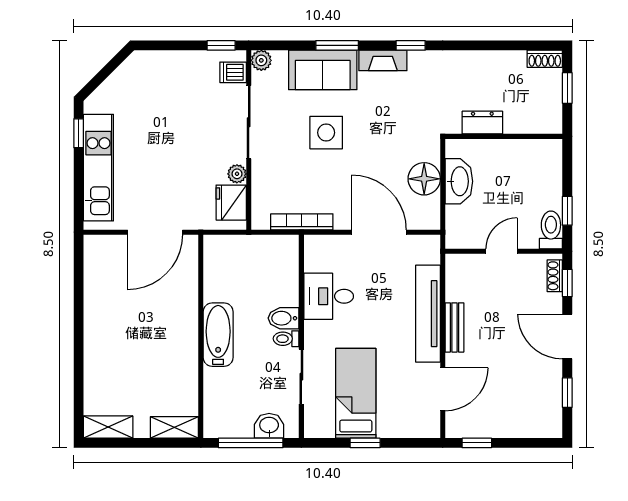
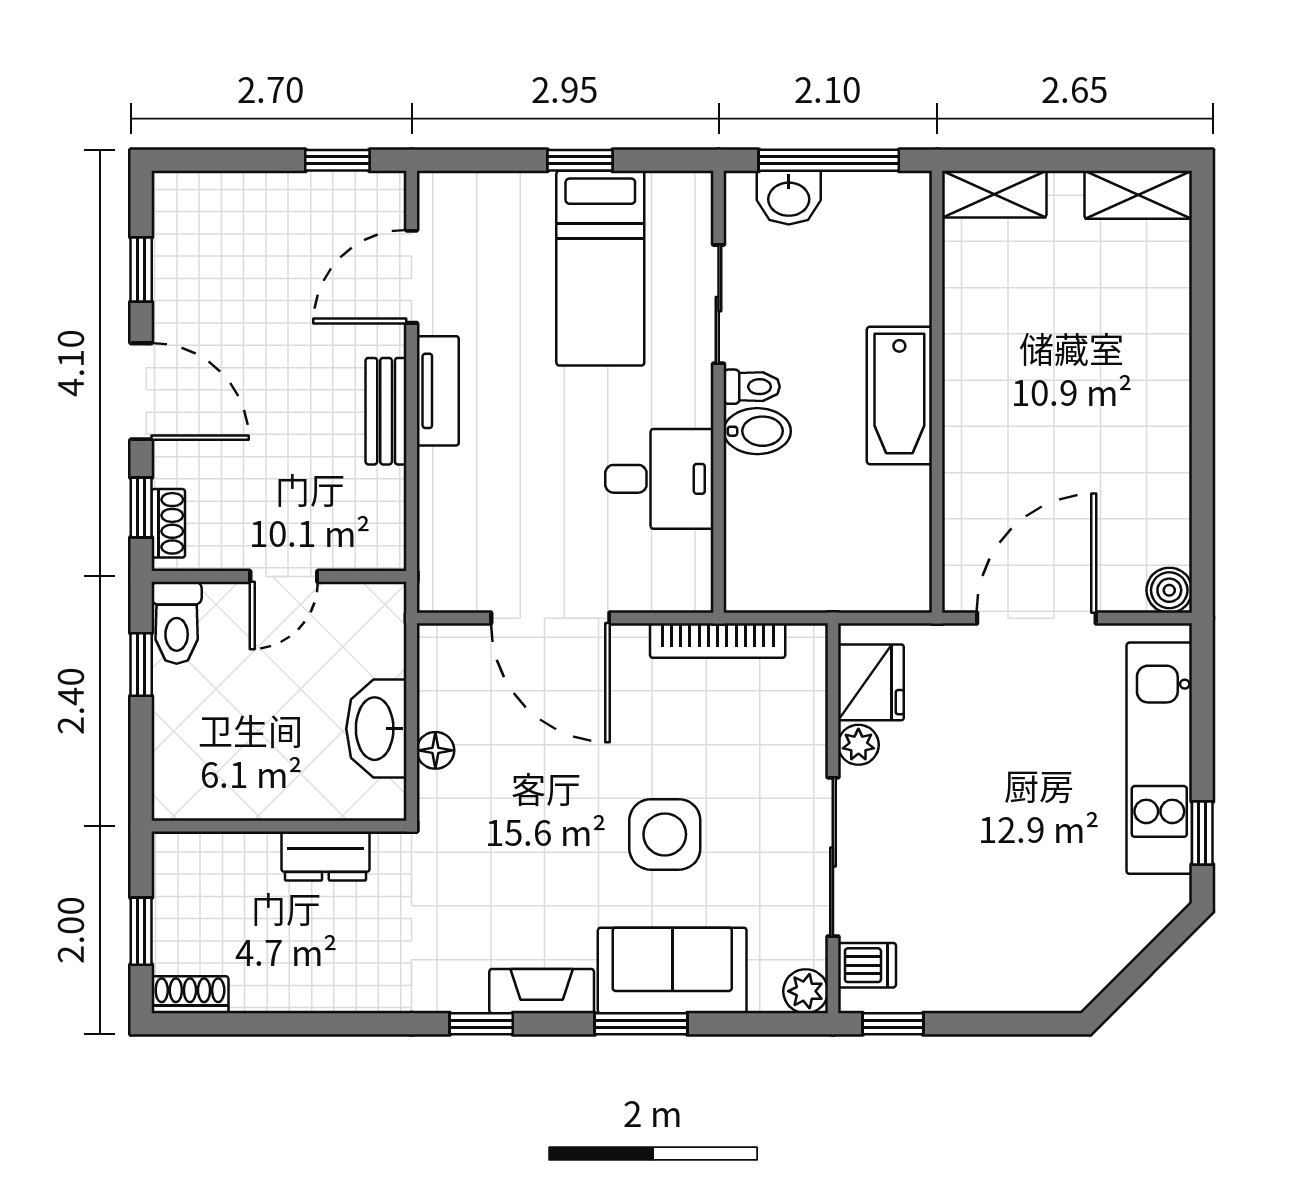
floor lamp: (424, 179) -> (435, 750), width x0.53, depth x0.53
boiler: (94, 245) -> (1169, 590), added
tv unit: (428, 314) -> (438, 391), width x0.52, depth x0.78

